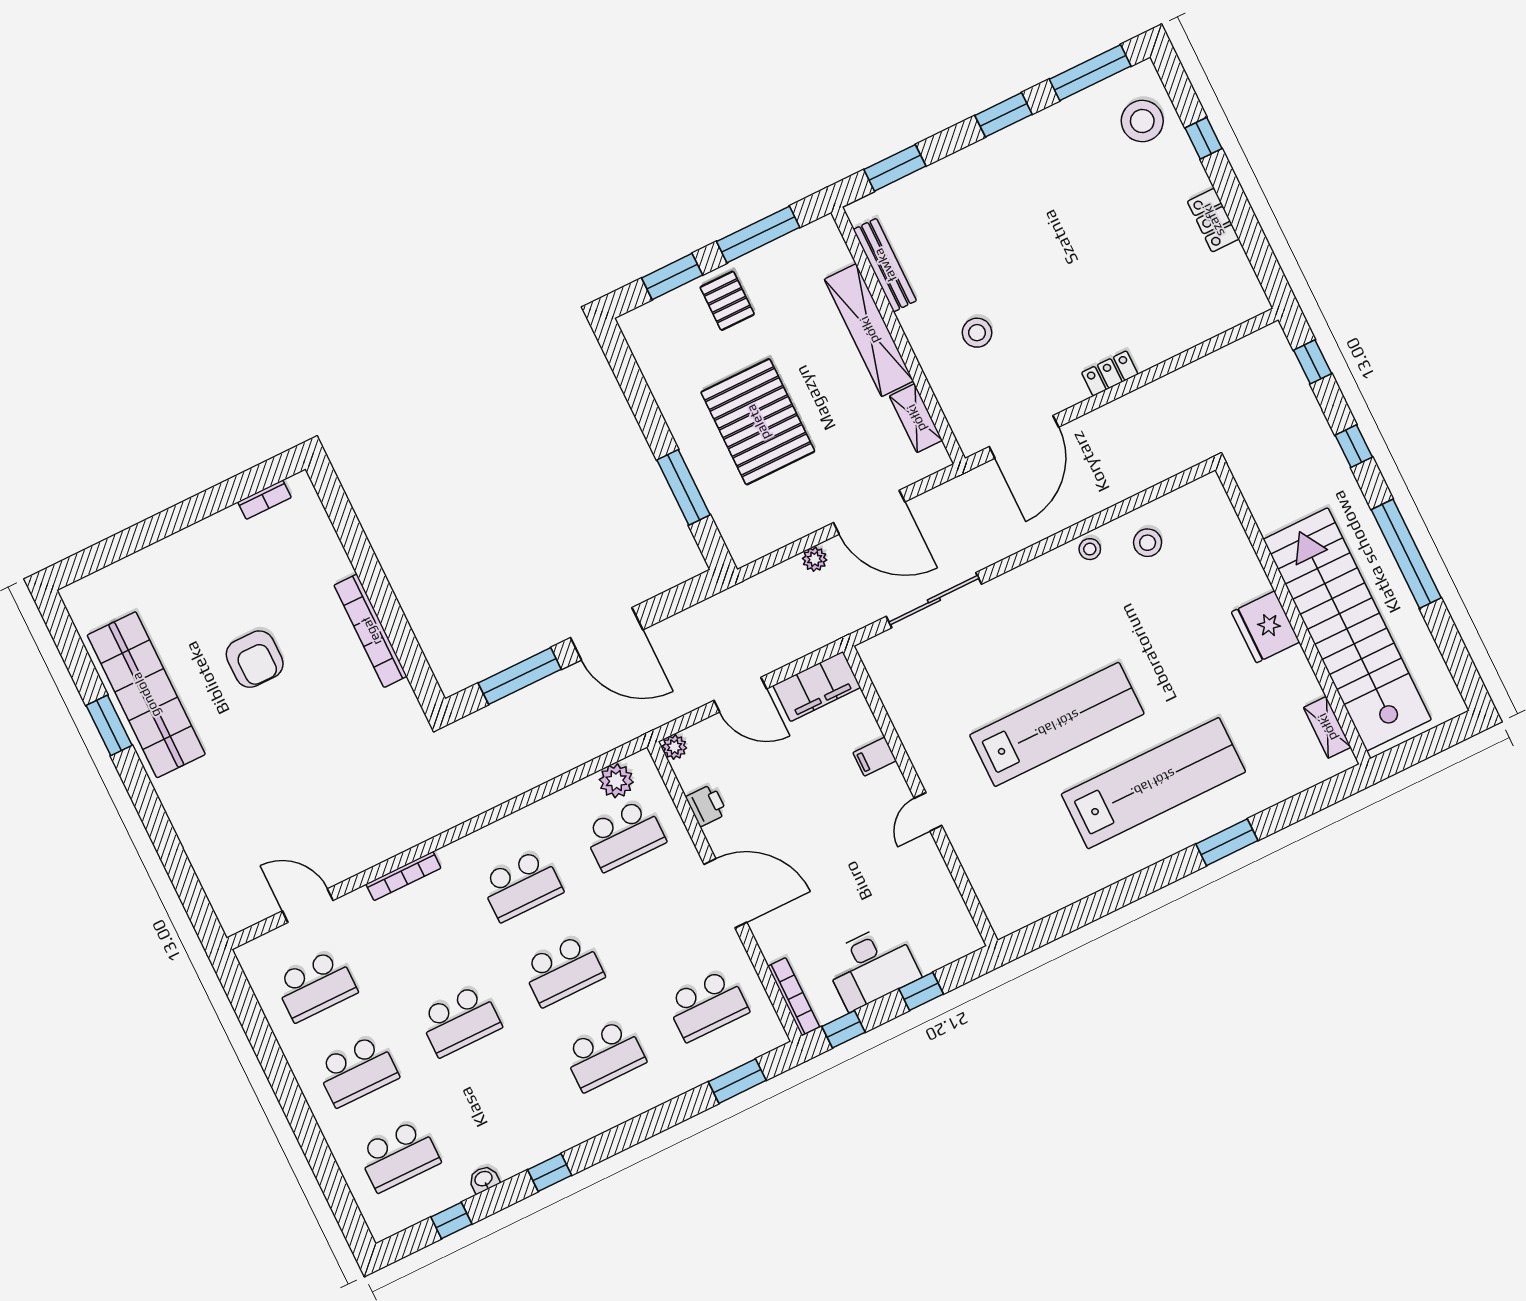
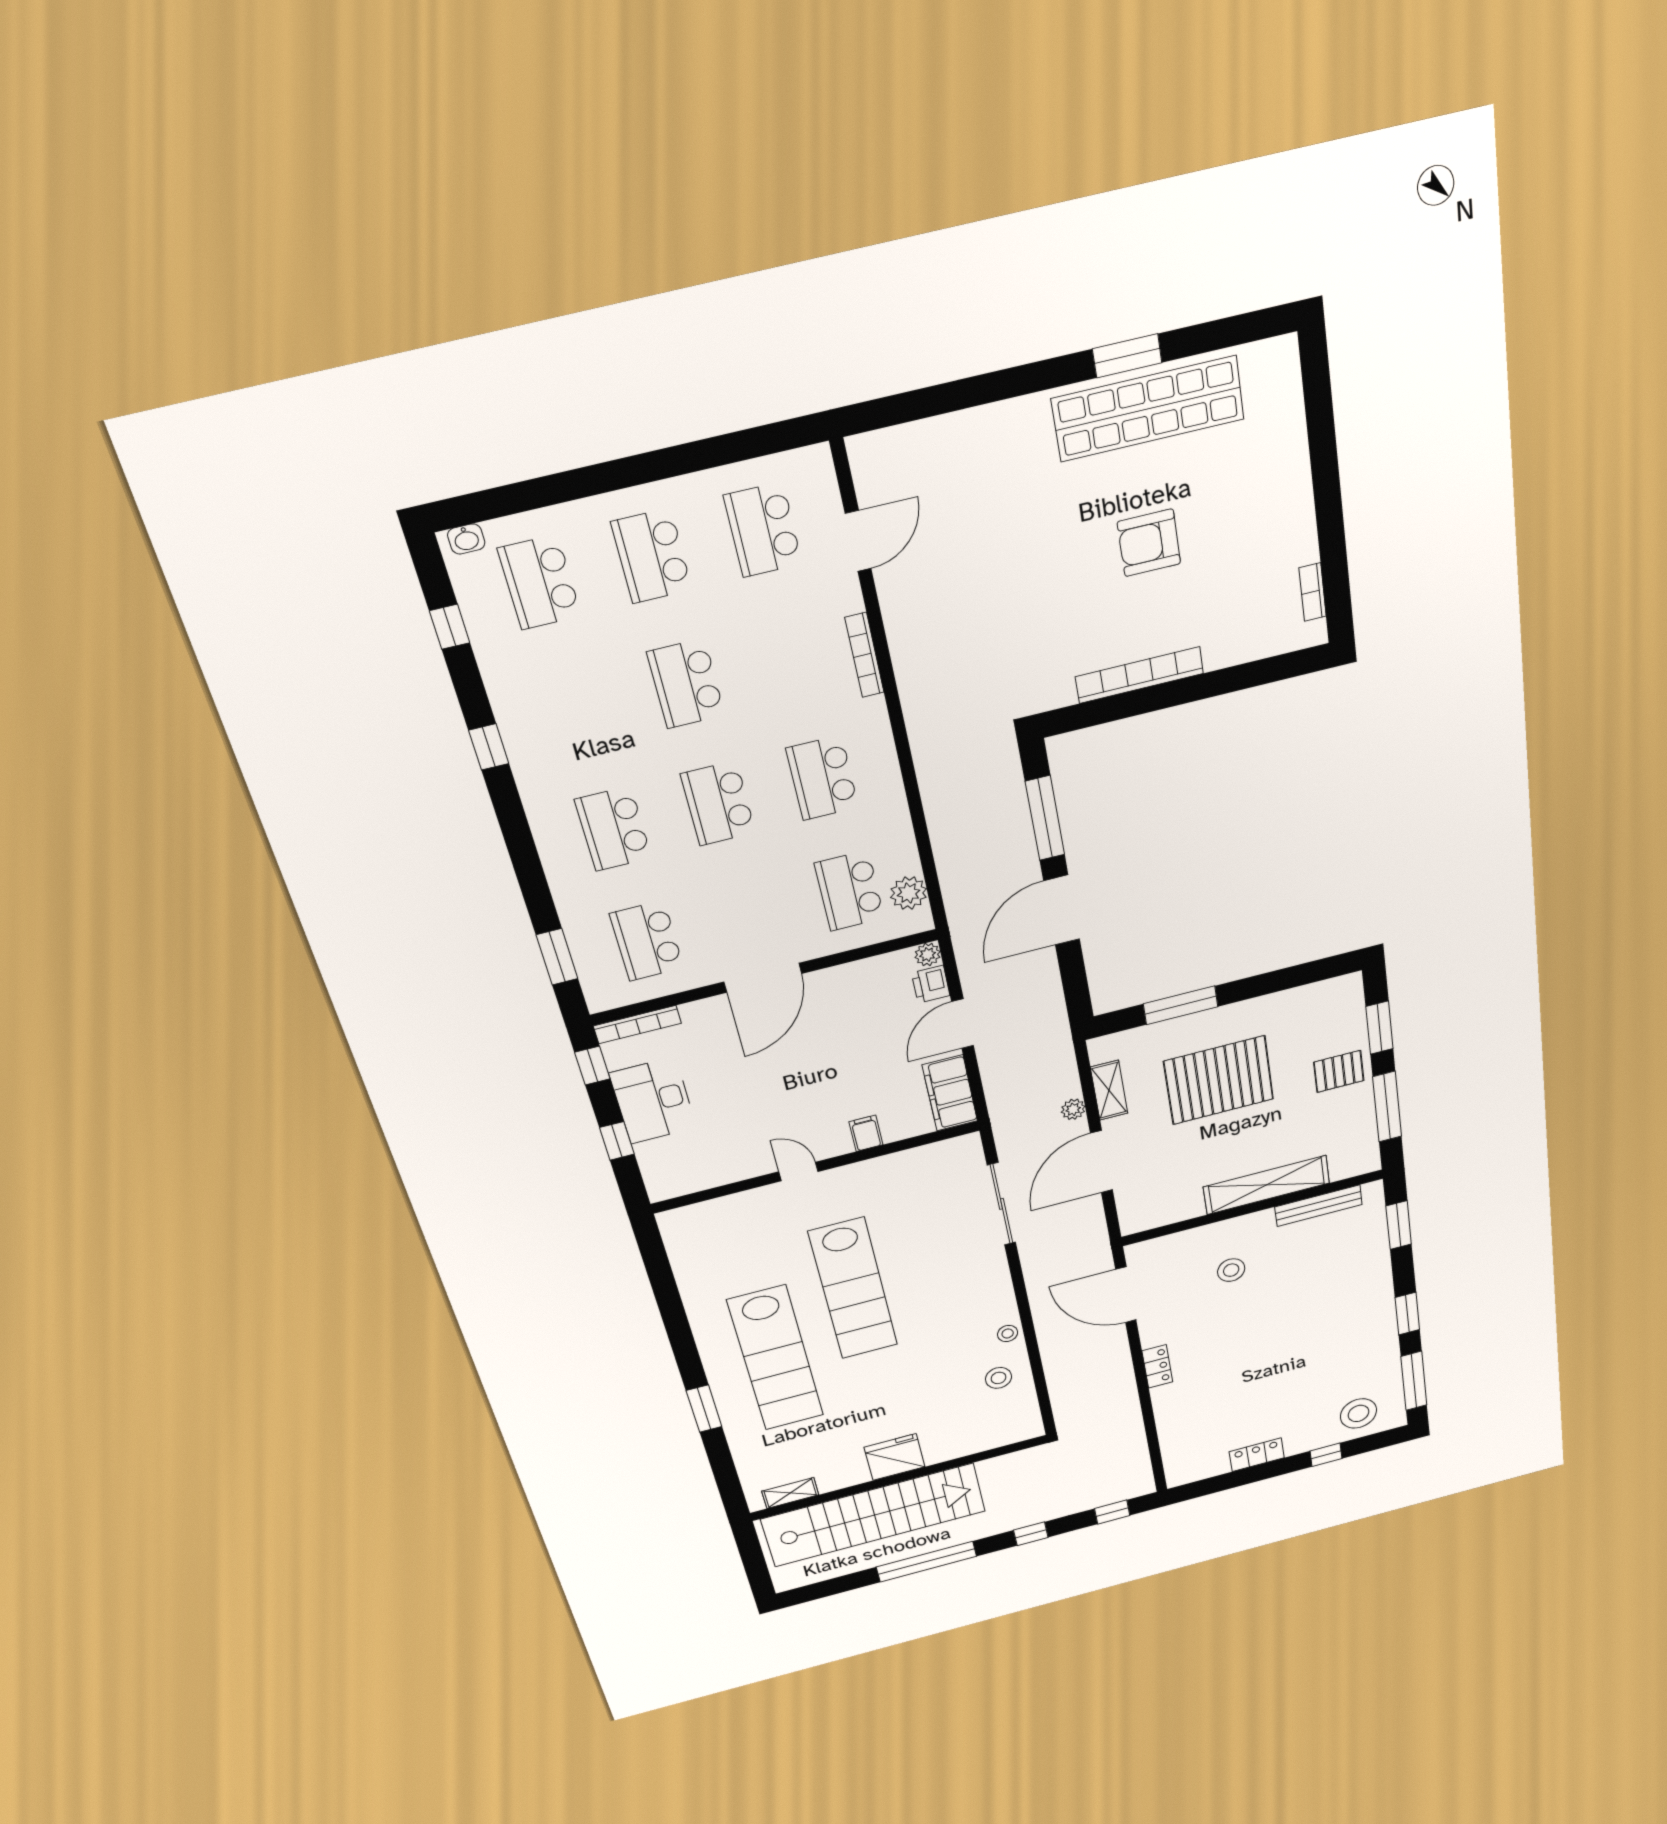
shelving: (916, 418) -> (1109, 1090), moved, turned 90
printer: (706, 805) -> (931, 984), moved, turned 90
washbasin: (484, 1179) -> (466, 539), moved, turned 90

